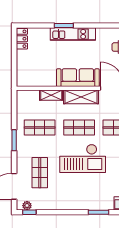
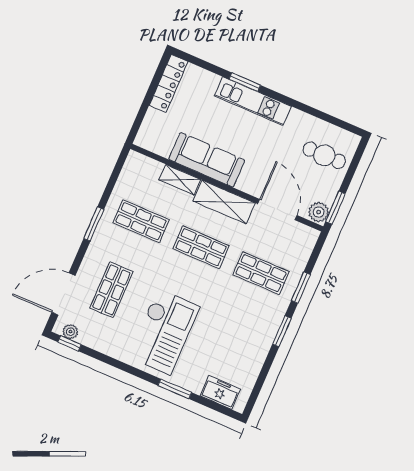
locker: (22, 39) -> (169, 83), width x1.53
sofa: (78, 78) -> (207, 160), moved
checkout: (83, 158) -> (164, 332), moved, turned -90

